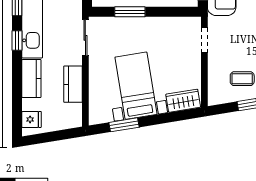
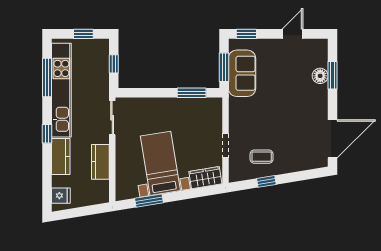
window: (130, 12) -> (192, 93), moved
doorway: (204, 40) -> (225, 146), moved
window: (17, 41) -> (47, 134), moved

